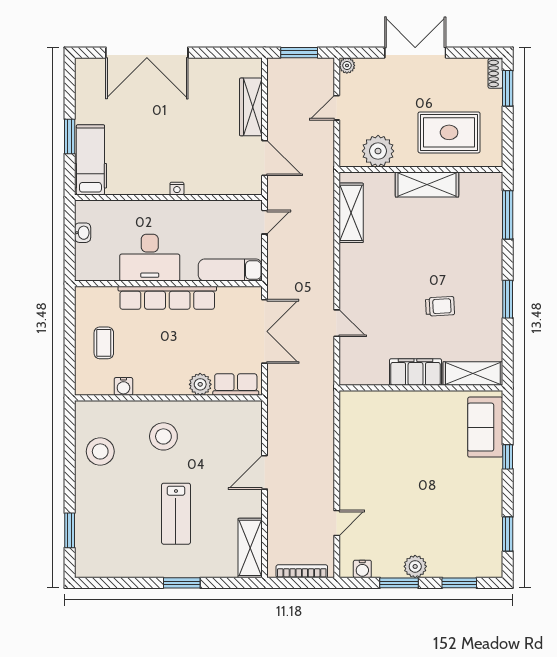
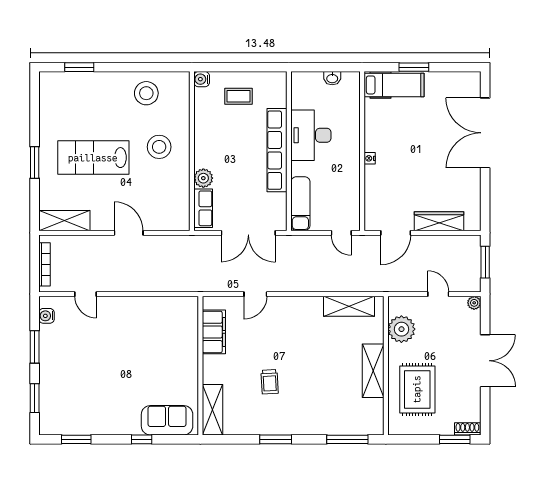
filing cabinet: (415, 372) -> (214, 332), moved
water cooler: (123, 386) -> (202, 79), moved
lab bench: (176, 514) -> (93, 158), width x1.36, depth x1.39
plant: (415, 566) -> (49, 361), removed

